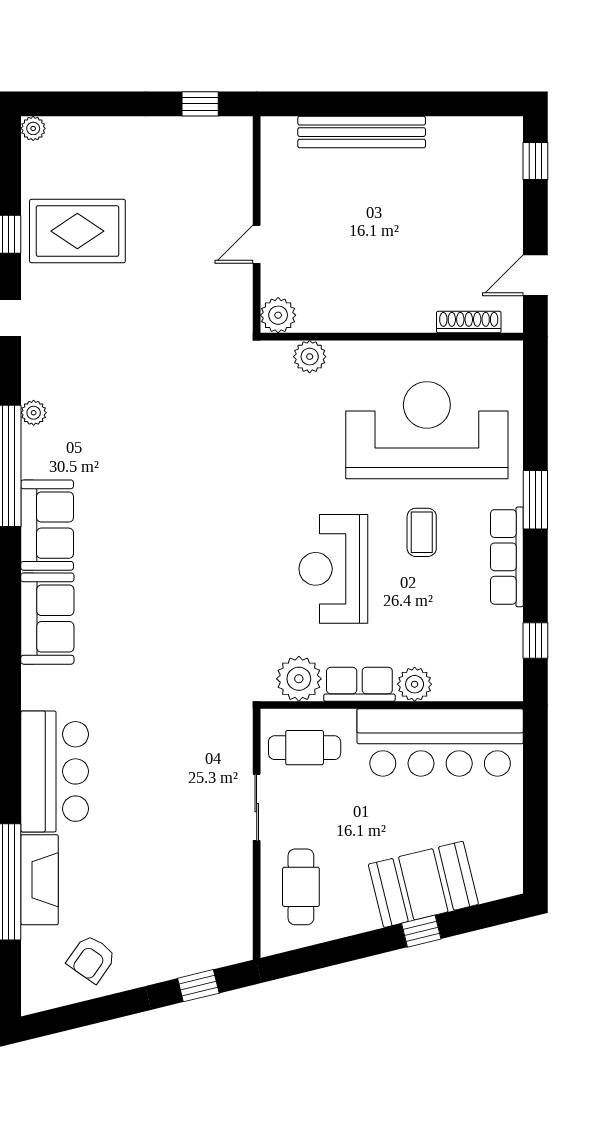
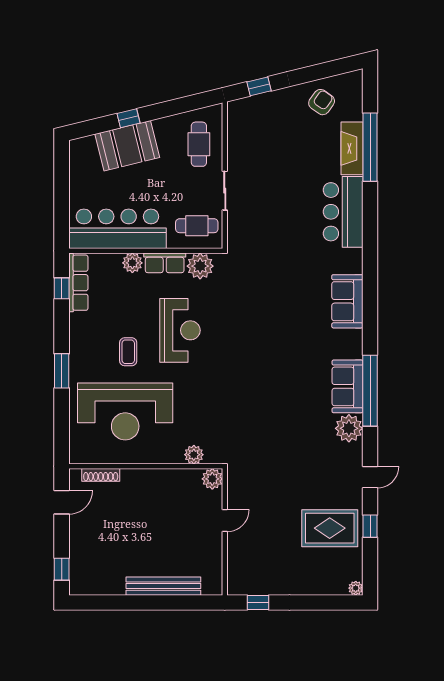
plant: (34, 413) -> (349, 428), width x1.87, depth x1.87
sofa: (47, 525) -> (348, 386), moved
row of seats: (507, 557) -> (78, 283), moved

